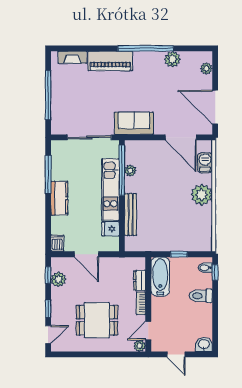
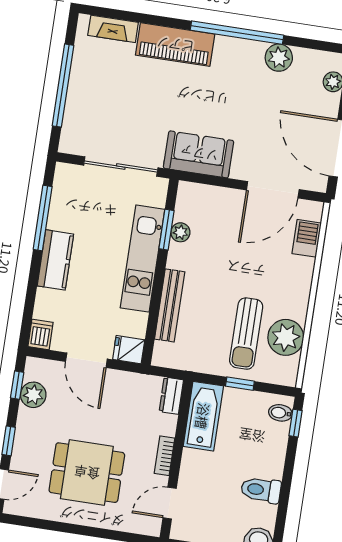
door: (181, 137) -> (273, 190), hinge flipped
window: (122, 170) -> (166, 230), width x0.47
plant: (202, 195) -> (286, 337), moved
sun lounger: (178, 224) -> (246, 334), added
fridge: (110, 229) -> (129, 350), moved
dresser: (140, 280) -> (171, 396), moved
toilet: (201, 296) -> (261, 490), moved
plant: (140, 346) -> (151, 526), removed

